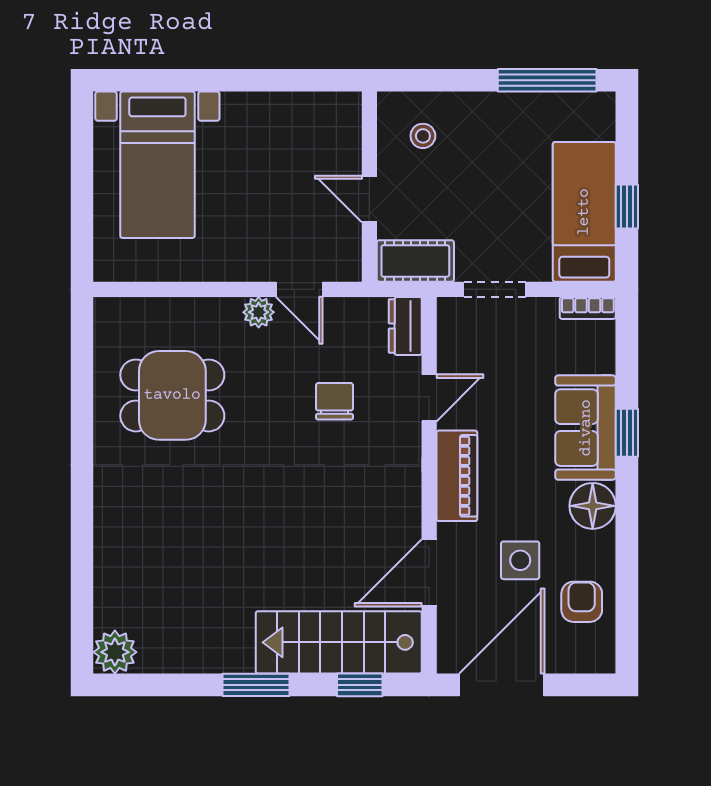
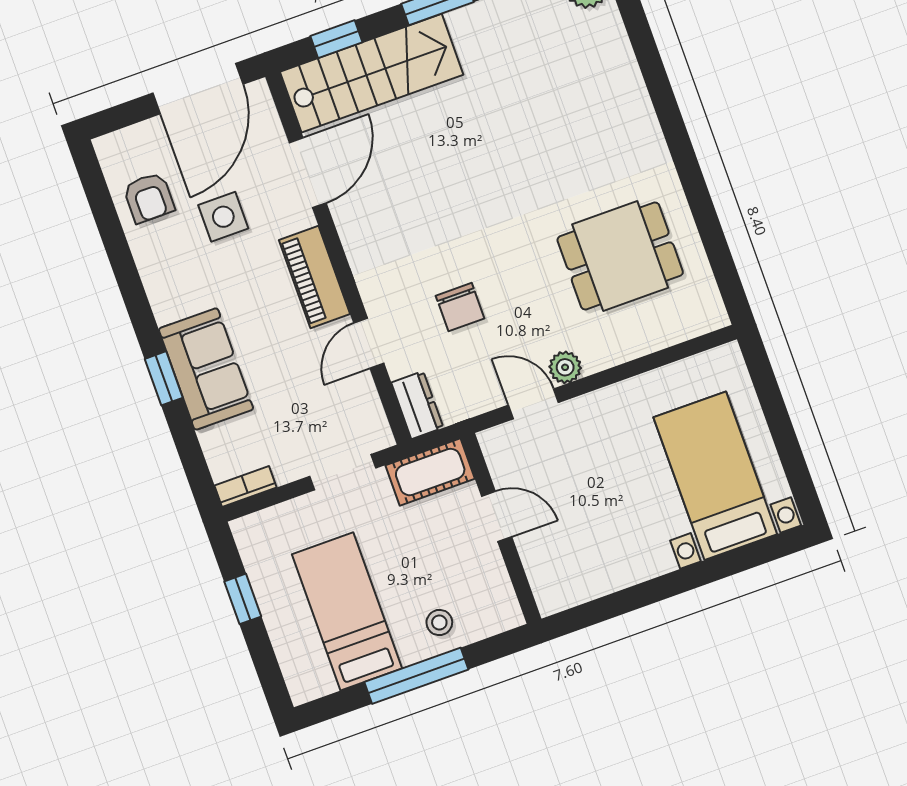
window: (547, 80) -> (416, 676), moved
stool: (423, 136) -> (439, 623), moved
bed: (584, 212) -> (347, 611), moved, turned 180
floor lamp: (593, 506) -> (172, 295), removed

